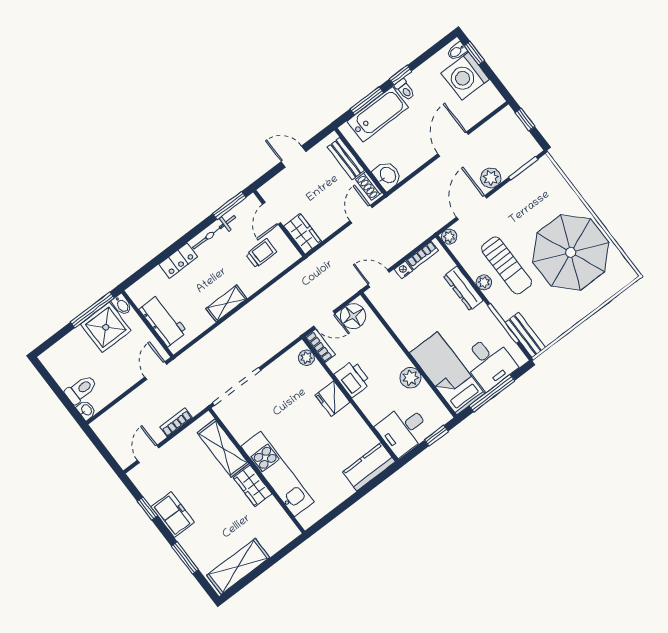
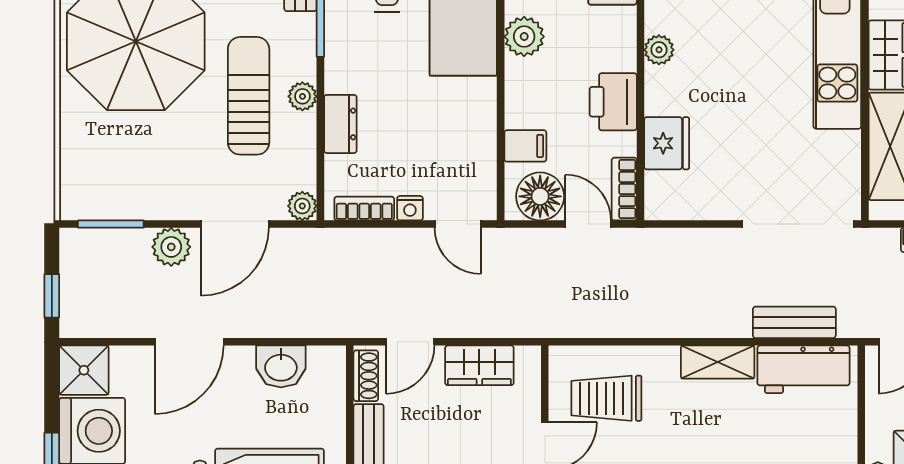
shower: (488, 99) -> (84, 370), added
washbasin: (387, 175) -> (281, 366), moved, turned -90
wardrobe: (303, 234) -> (479, 365), moved, turned -90
trolley: (261, 253) -> (606, 398), width x1.36, depth x1.39
dresser: (463, 288) -> (340, 124), width x0.70
workbench: (163, 321) -> (803, 369), moved, turned -90
filing cabinet: (375, 332) -> (525, 146), added
bench: (207, 344) -> (794, 322), added
plant: (306, 358) -> (659, 50), moved
fridge: (332, 399) -> (667, 143), moved

